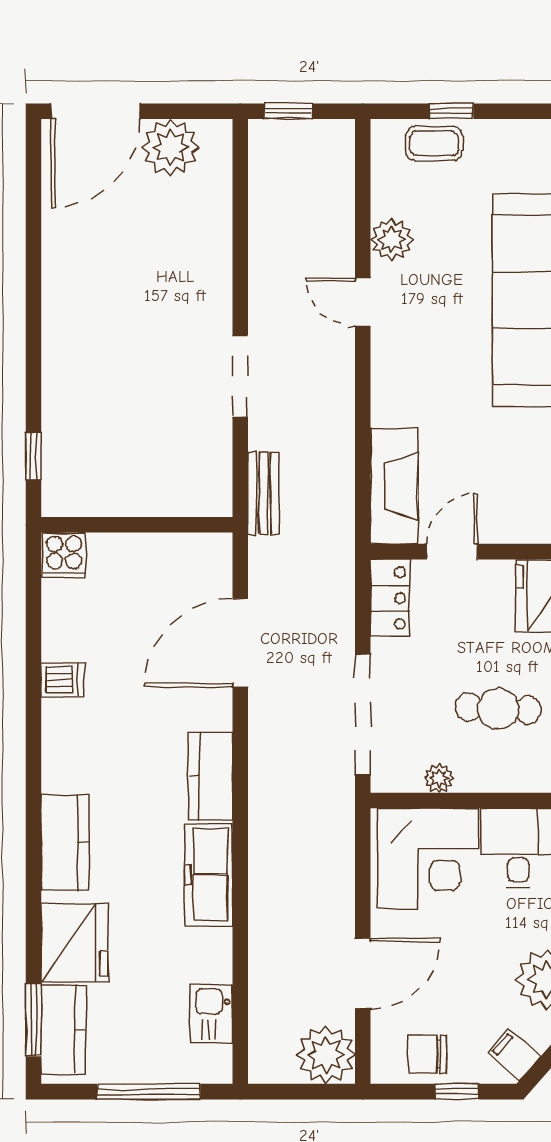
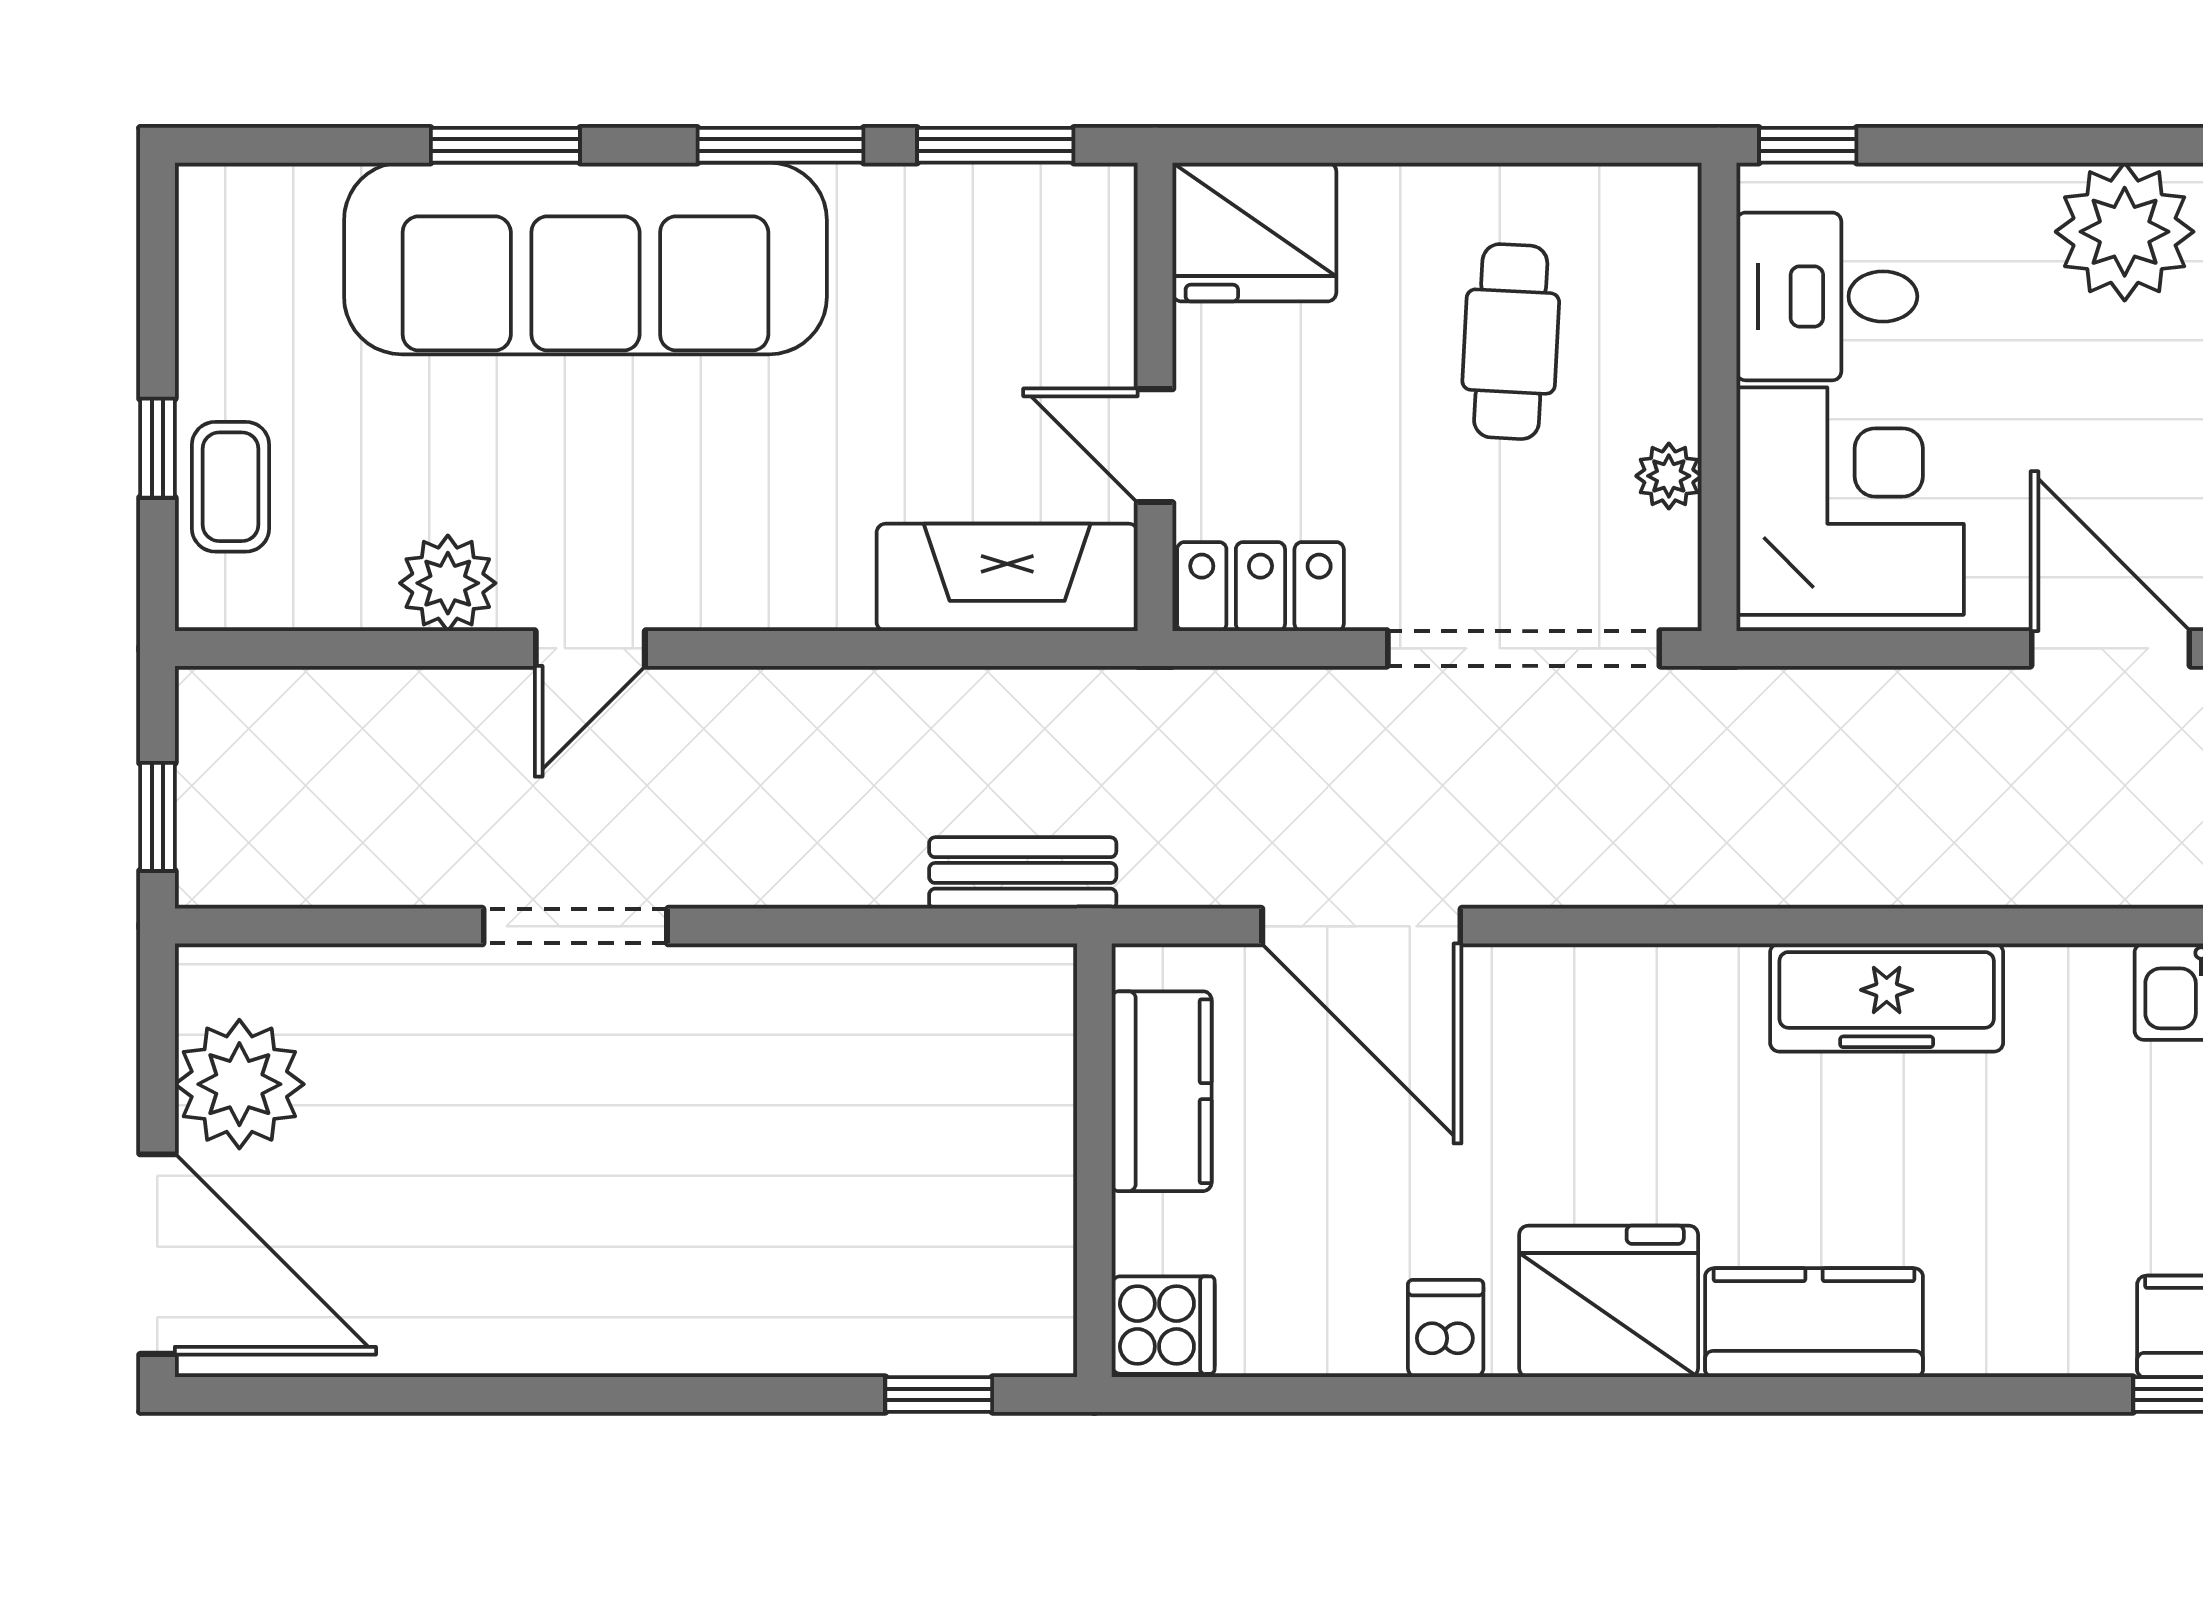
doorway: (240, 376) -> (575, 926), moved
kitchen counter: (211, 776) -> (1162, 1091), moved, turned -90
fridge: (75, 943) -> (1609, 1301), moved

